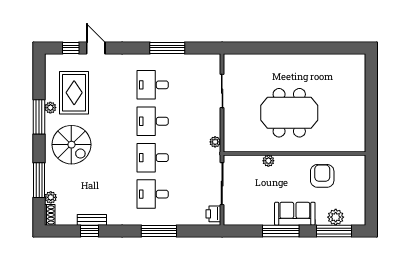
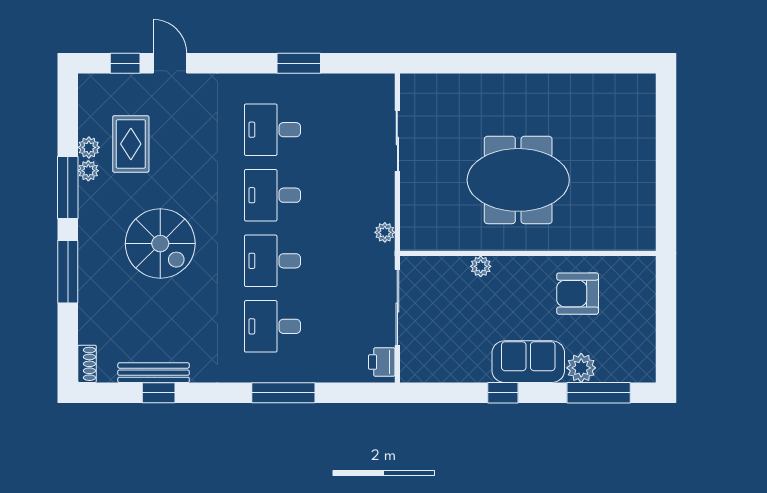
window: (167, 48) -> (299, 63), width x0.69
rug: (74, 93) -> (131, 144), width x0.73, depth x0.70
spiral stairs: (71, 145) -> (160, 244), moved
armchair: (322, 176) -> (578, 294), turned -90
window: (39, 180) -> (68, 272), moved
plant: (51, 197) -> (89, 147), moved
plant: (336, 217) -> (581, 368), moved
bench: (92, 220) -> (154, 373), width x1.36
window: (281, 231) -> (503, 393), width x0.46

